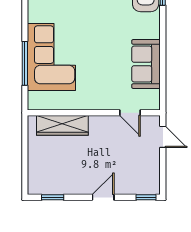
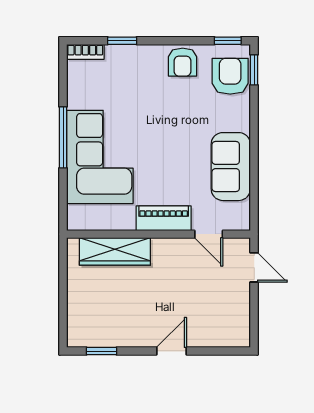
window: (25, 63) -> (63, 137), moved
piano: (98, 101) -> (164, 218), added
window: (146, 197) -> (231, 351), removed

